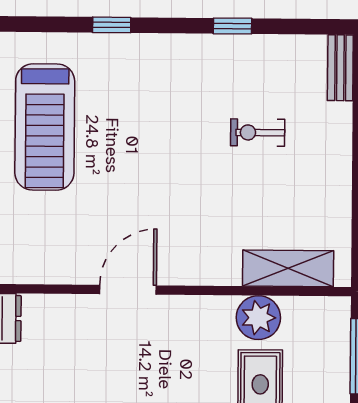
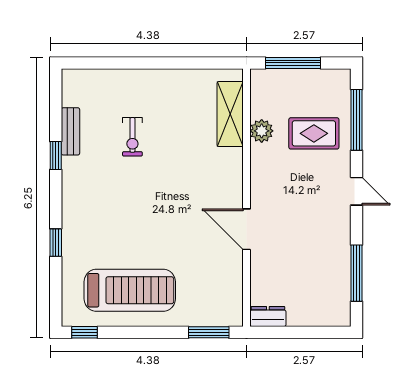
bench: (340, 68) -> (70, 131), moved, turned 90
plant: (258, 318) -> (262, 131), width x0.73, depth x0.73

